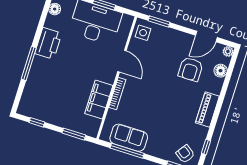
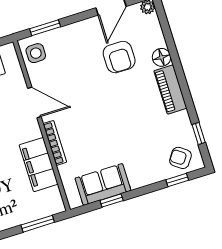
floor lamp: (221, 71) -> (162, 57), moved
window: (127, 151) -> (112, 201), width x0.46

